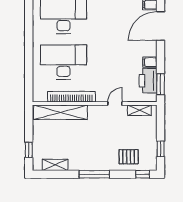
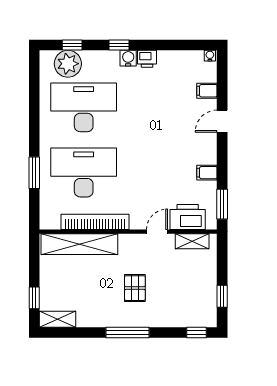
door: (161, 26) -> (222, 121), width x0.53
window: (29, 62) -> (34, 173), added
printer: (148, 81) -> (188, 217), moved, turned 90
pallet: (129, 157) -> (135, 288), moved, turned 90
shelving: (55, 165) -> (57, 319), moved

